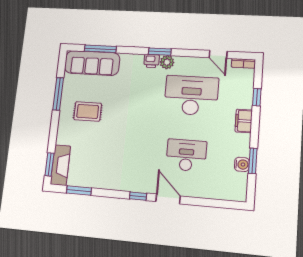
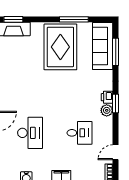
desk: (191, 95) -> (80, 133), width x0.53, depth x0.77
rug: (88, 111) -> (60, 47), width x1.86, depth x2.06

